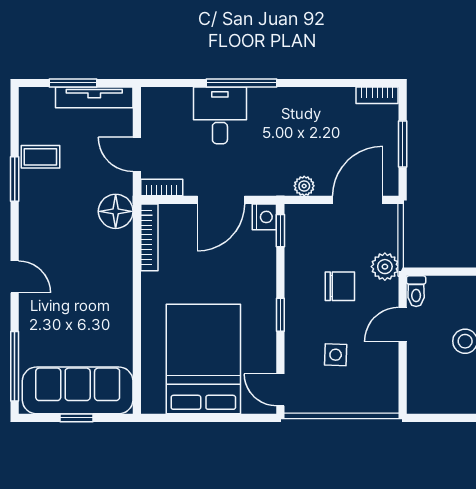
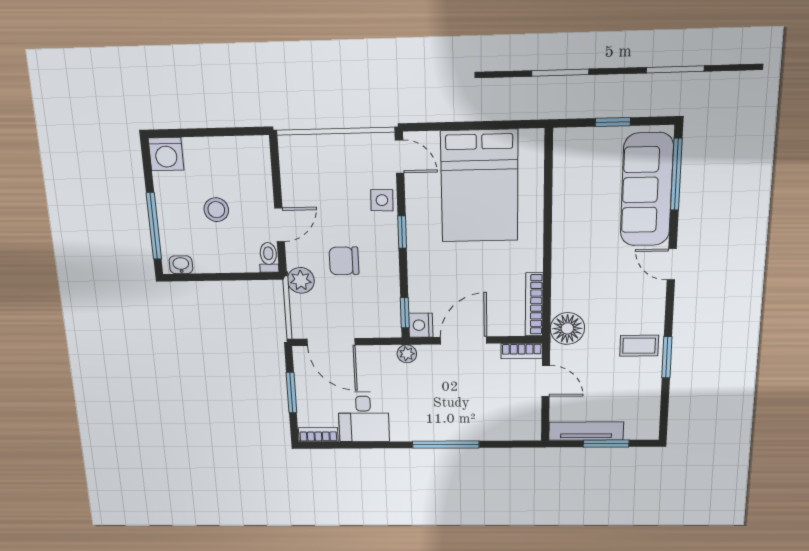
desk: (220, 115) -> (364, 417), moved
coffee table: (40, 157) -> (639, 346), moved
plant: (304, 186) -> (407, 354), moved
door: (358, 200) -> (331, 342), hinge flipped
side table: (336, 355) -> (382, 200), moved
sofa: (78, 390) -> (647, 190), moved, turned 90

